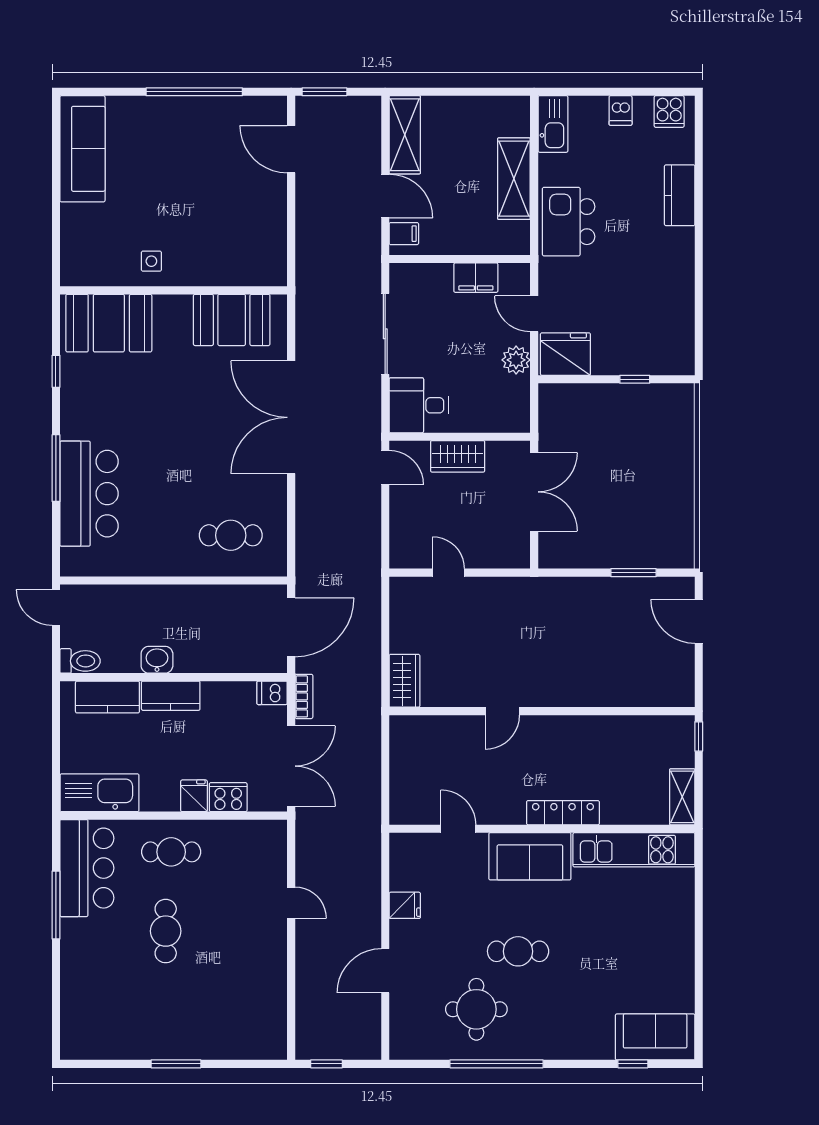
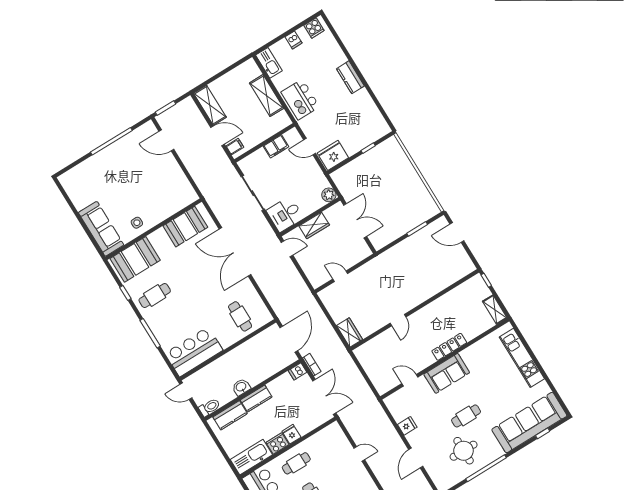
sofa: (82, 149) -> (101, 229), moved
kitchen counter: (680, 195) -> (350, 77), moved
plant: (516, 360) -> (329, 195), moved
cafe table: (104, 407) -> (155, 296), added
bar counter: (89, 494) -> (194, 352), moved, turned -90
cafe table: (231, 535) -> (240, 316), turned 90
cooker: (228, 797) -> (278, 443), moved
kitchen unit: (634, 850) -> (522, 358), moved, turned 90
sofa: (655, 1037) -> (529, 423), width x1.85, depth x1.27

